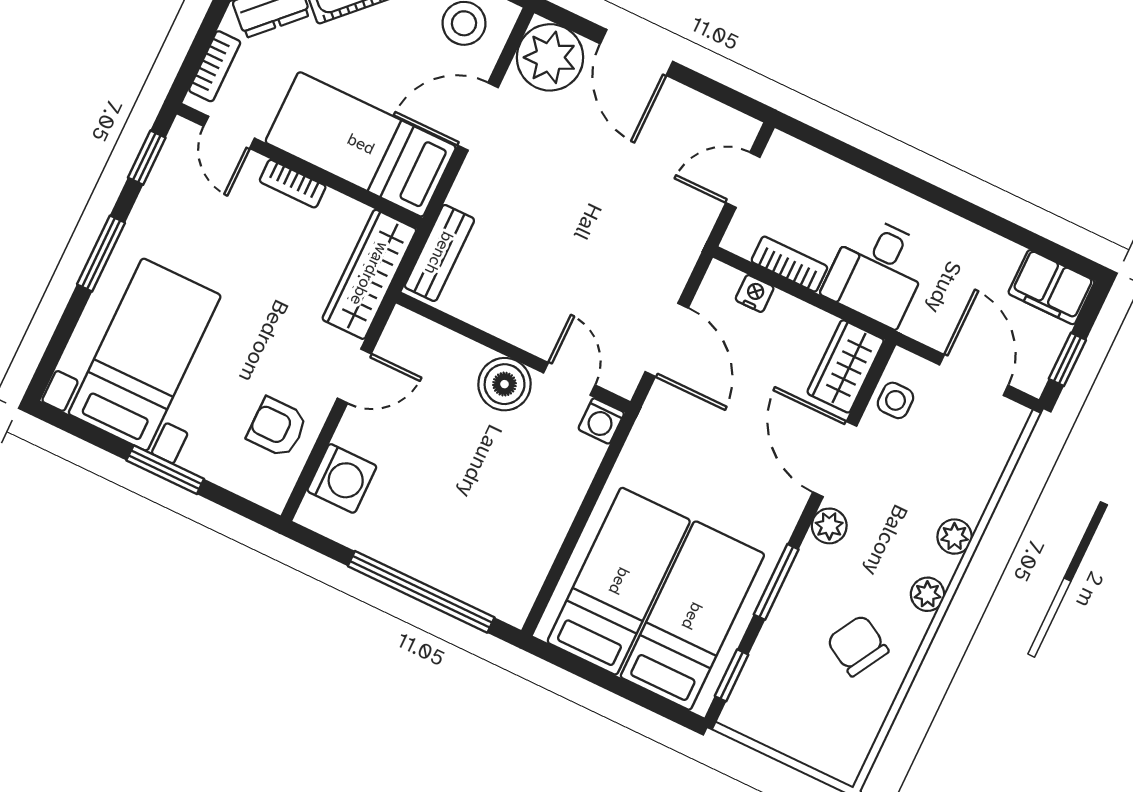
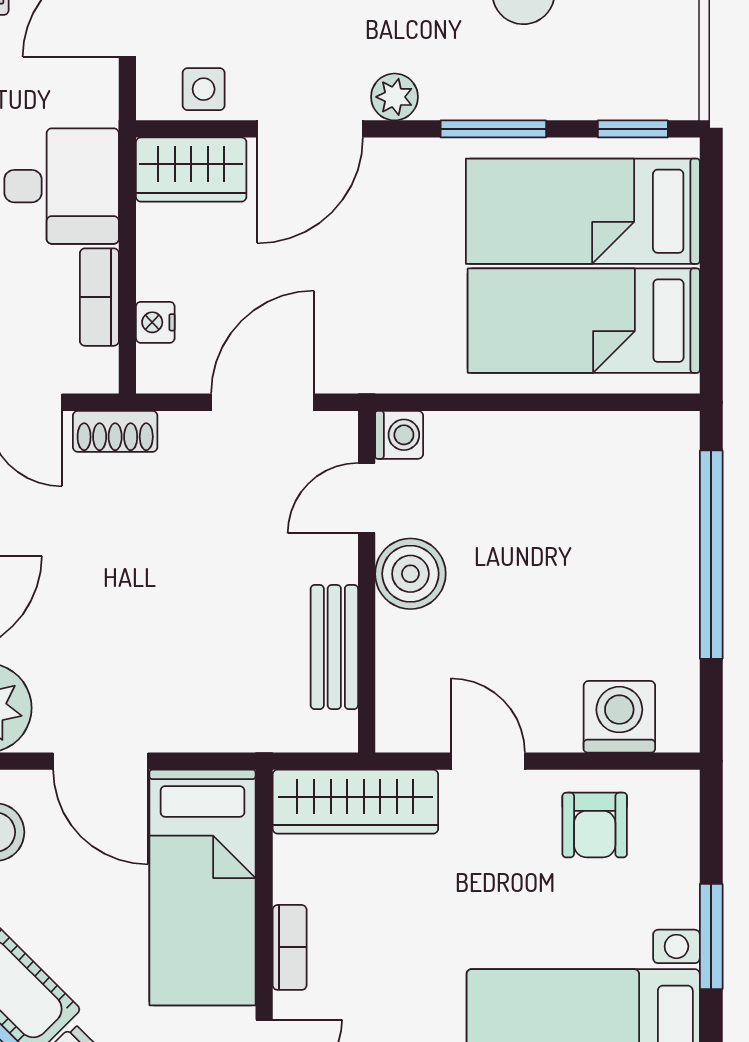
shoe rack: (694, 232) -> (115, 431), added
bench: (439, 253) -> (334, 647), moved, turned 90

